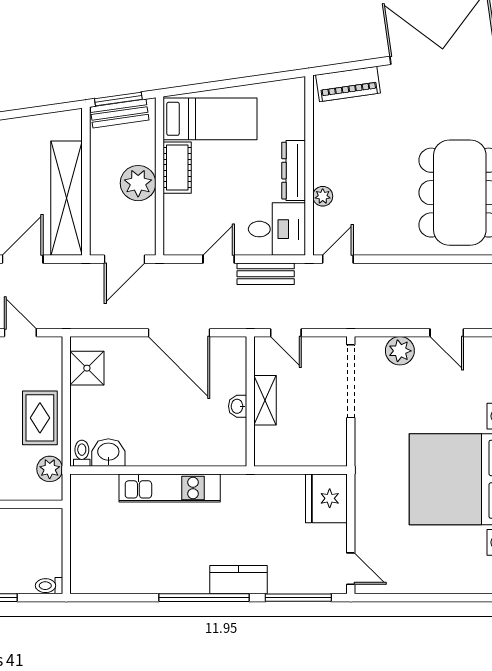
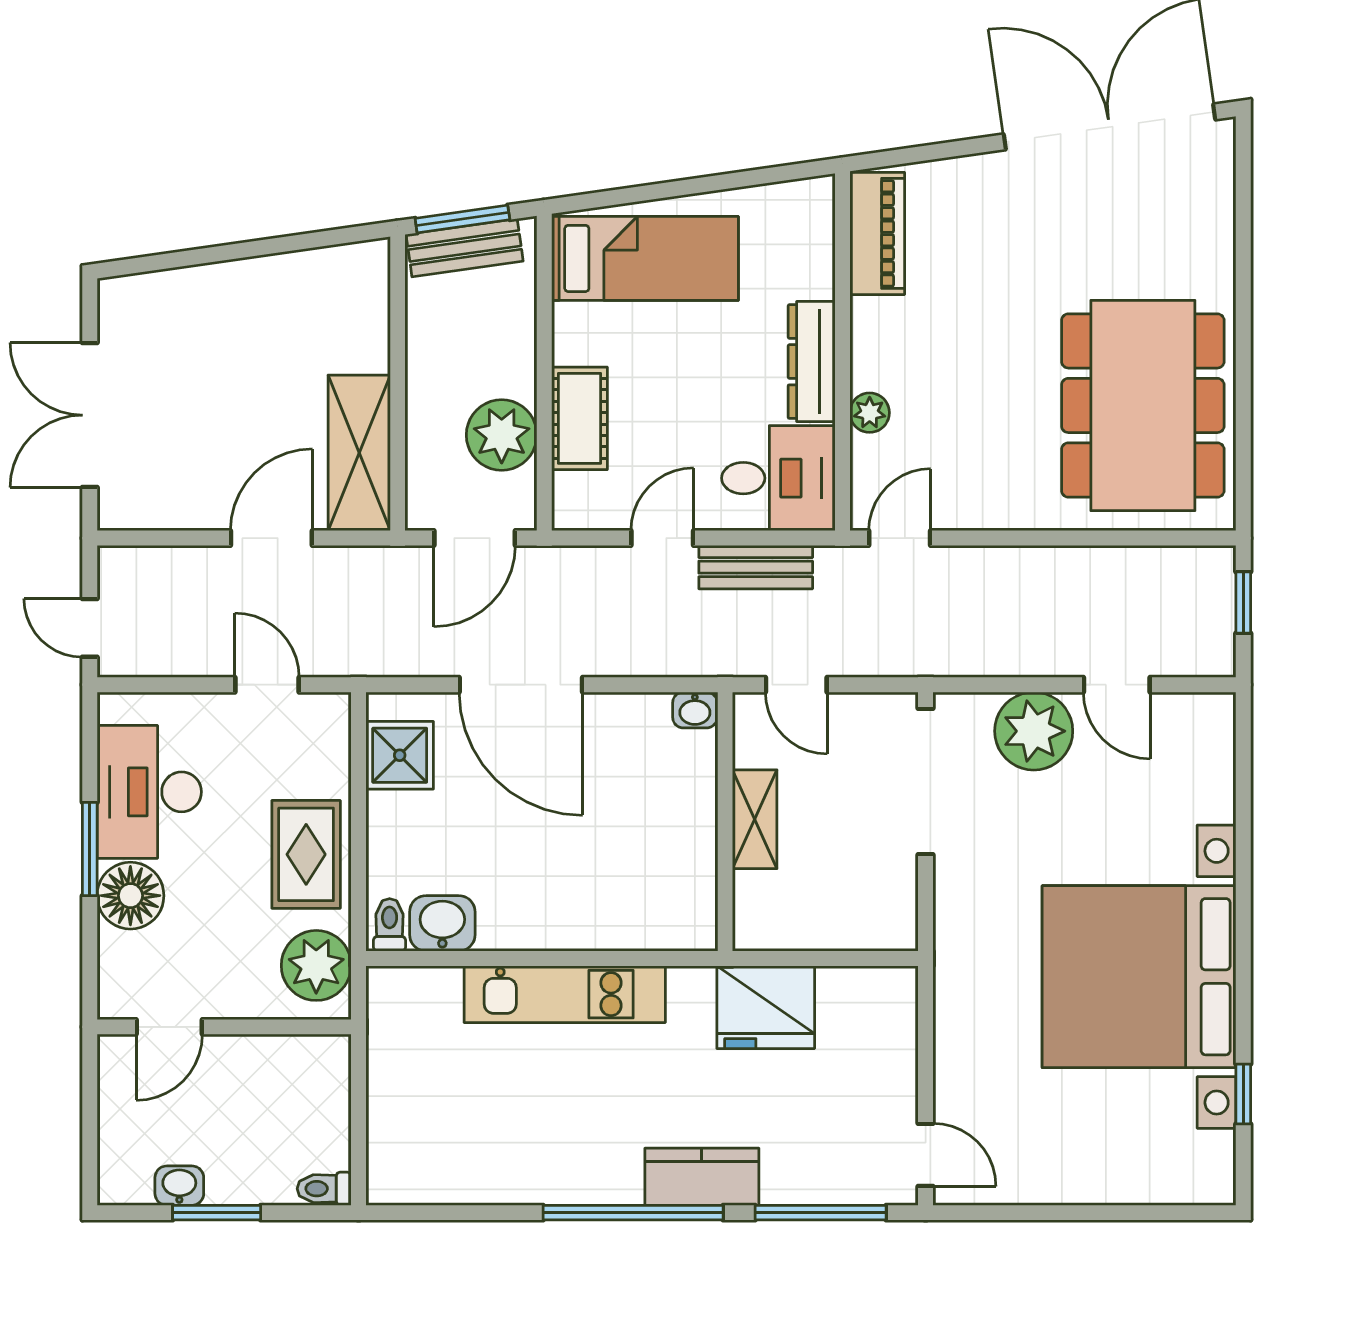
piano: (348, 84) -> (877, 233), moved, turned -82
cot: (177, 168) -> (580, 418), moved
plant: (138, 183) -> (502, 435), moved
shelving: (67, 198) -> (359, 453), width x0.68
door: (179, 333) -> (521, 685), moved
plant: (400, 351) -> (1034, 731), width x1.36, depth x1.36
washbasin: (238, 406) -> (695, 710), moved, turned -90
plant: (50, 469) -> (316, 965), width x1.36, depth x1.36
fridge: (326, 498) -> (766, 1007), moved, turned -90

